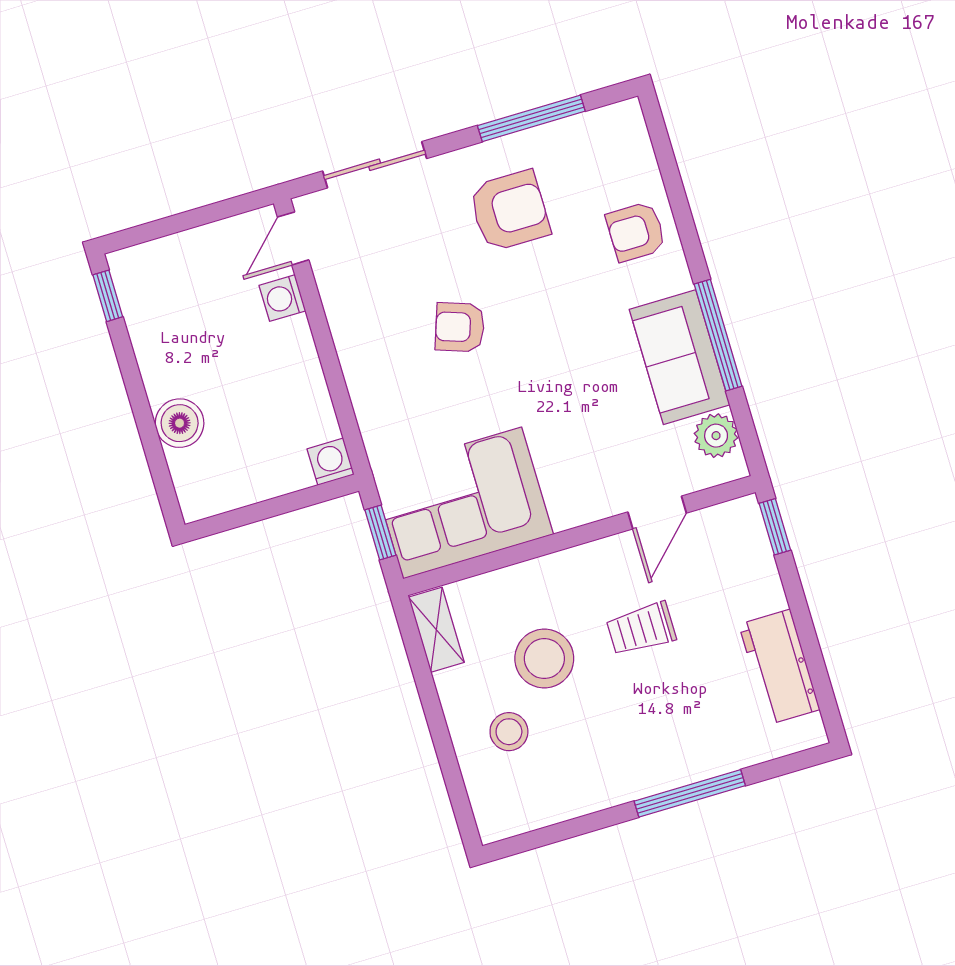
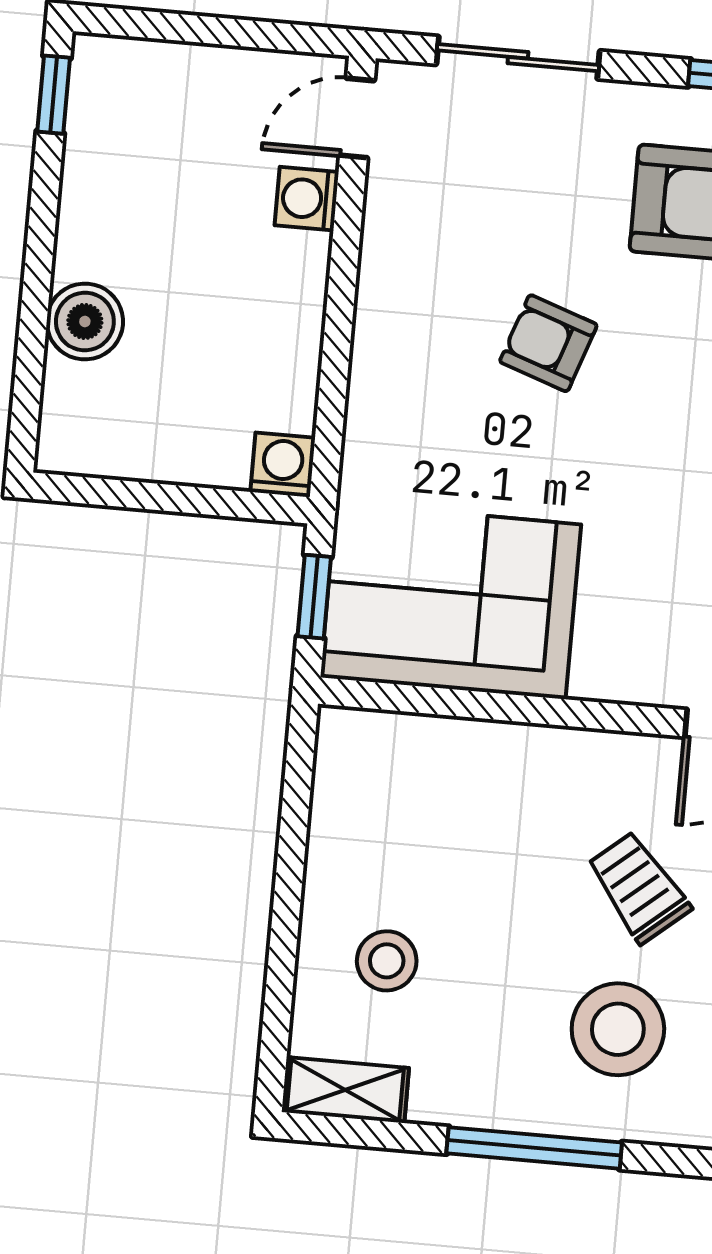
trolley: (641, 629) -> (639, 887), turned 50
shelving: (436, 630) -> (345, 1090), moved, turned 90
stool: (544, 659) -> (618, 1029), moved
window: (690, 793) -> (534, 1148), moved

